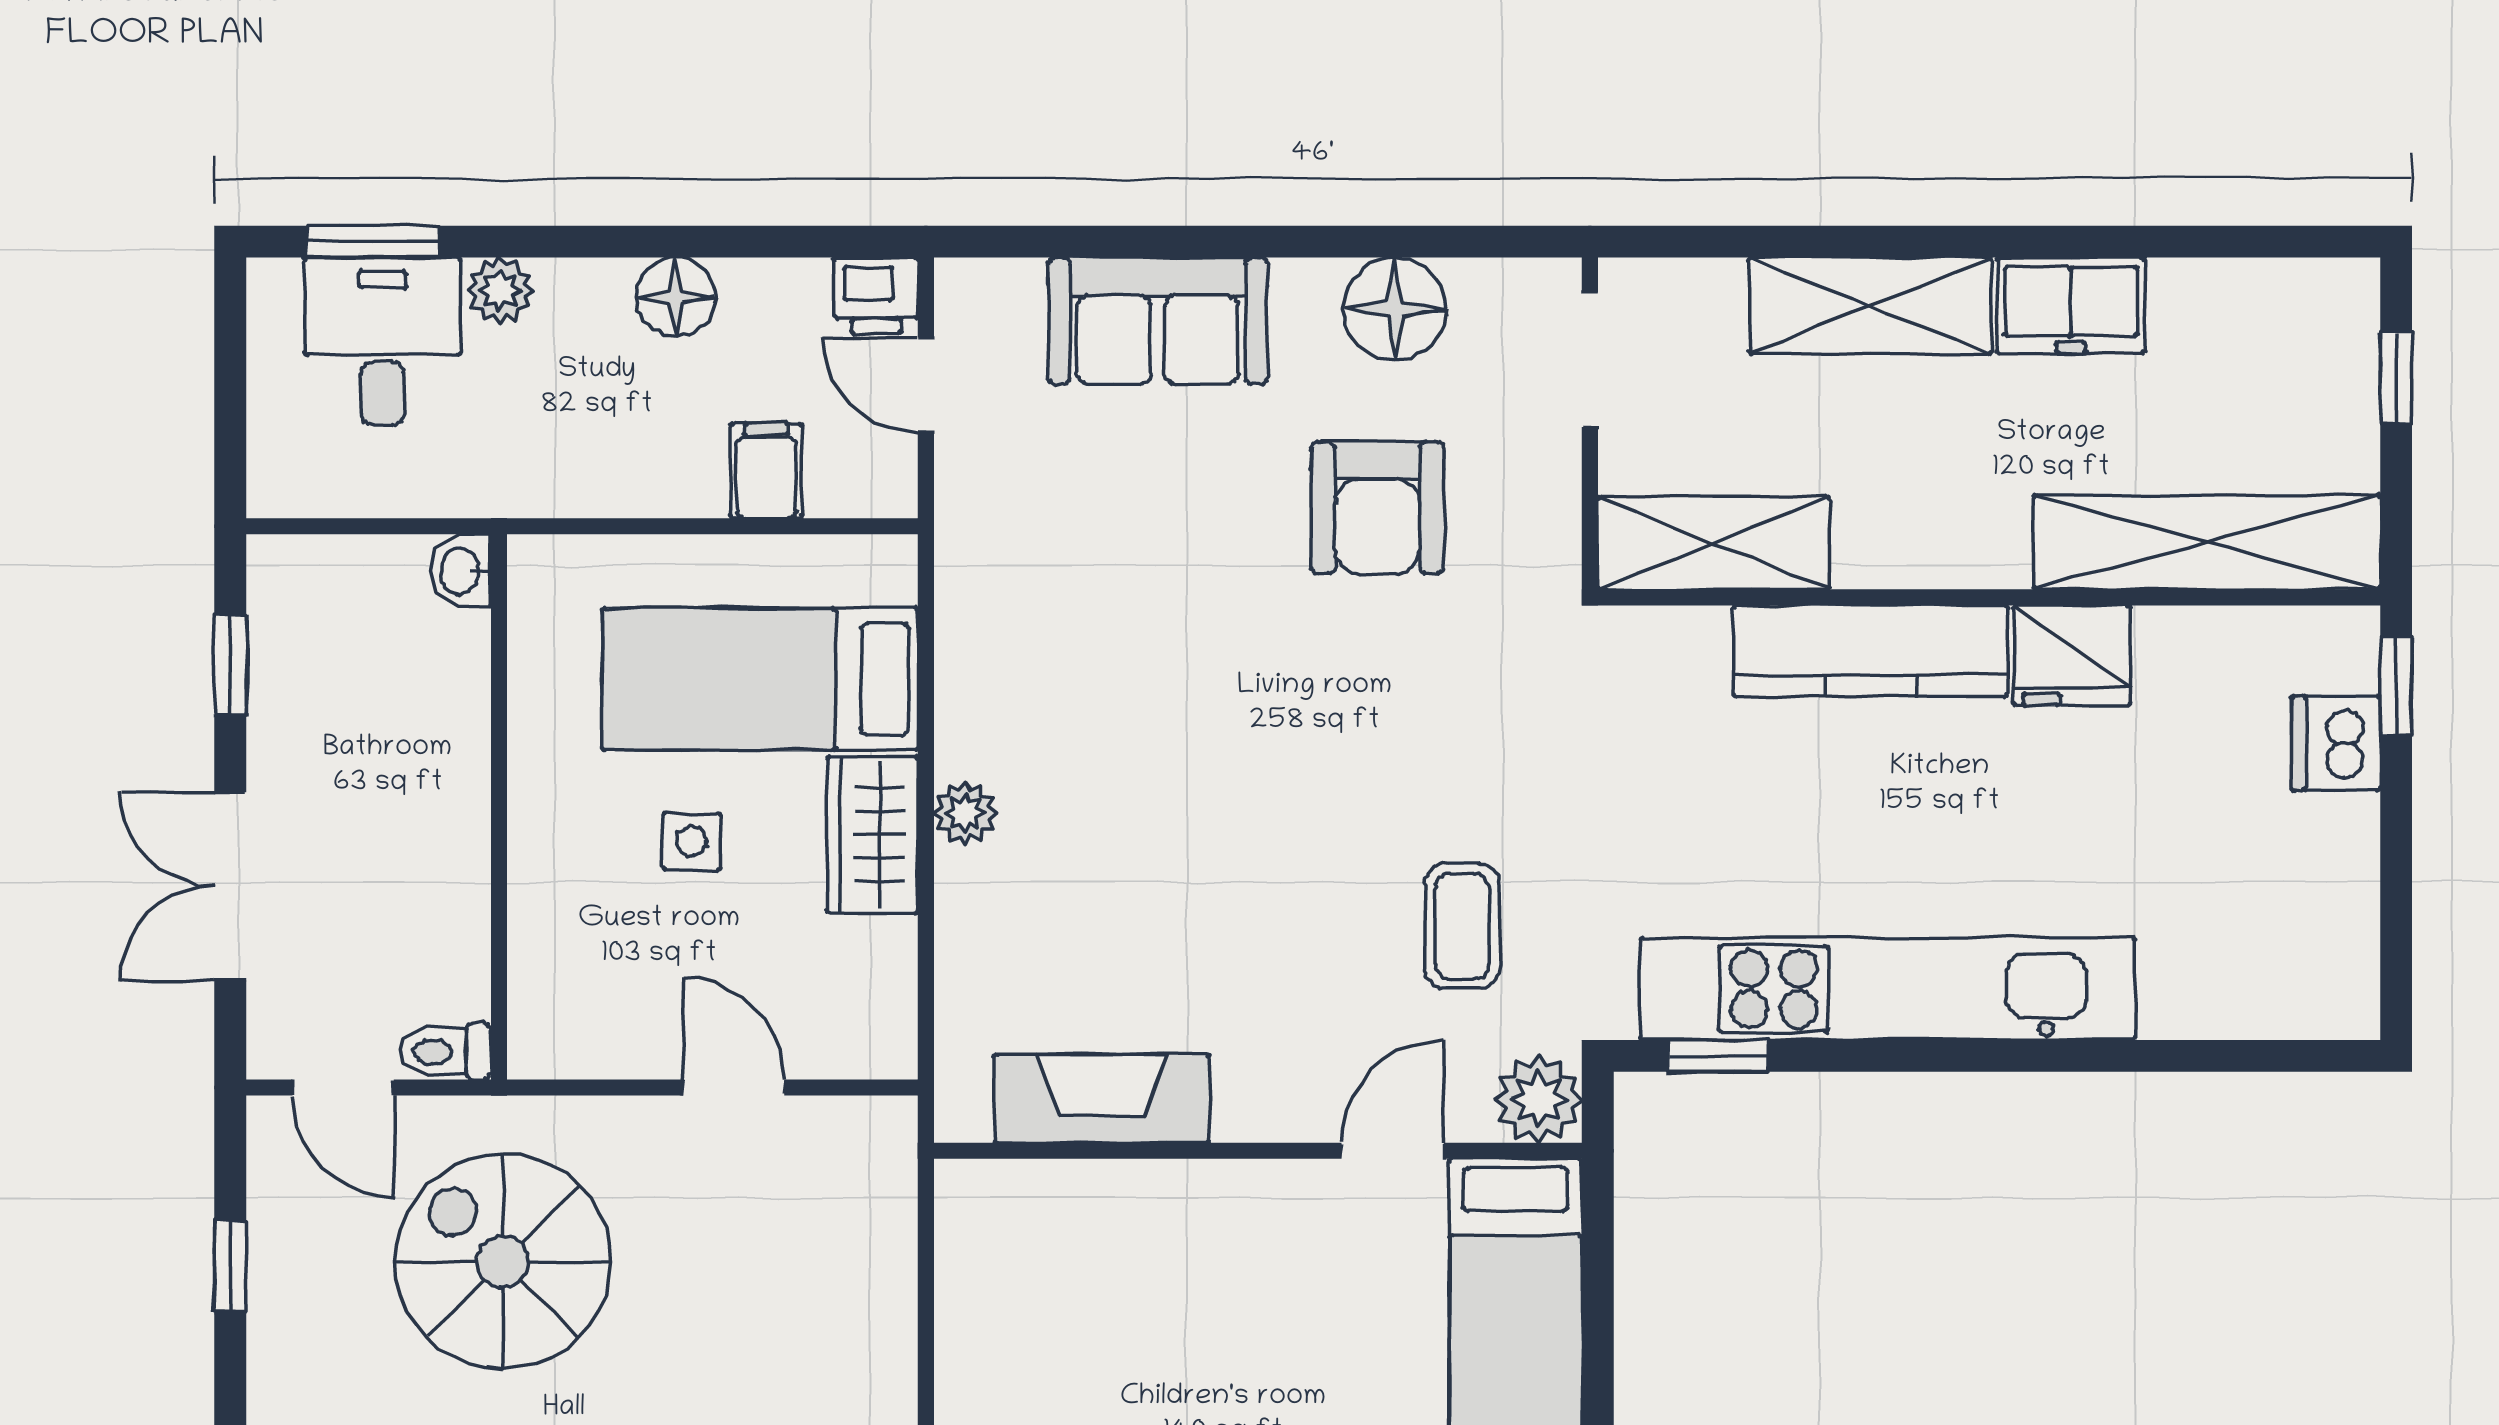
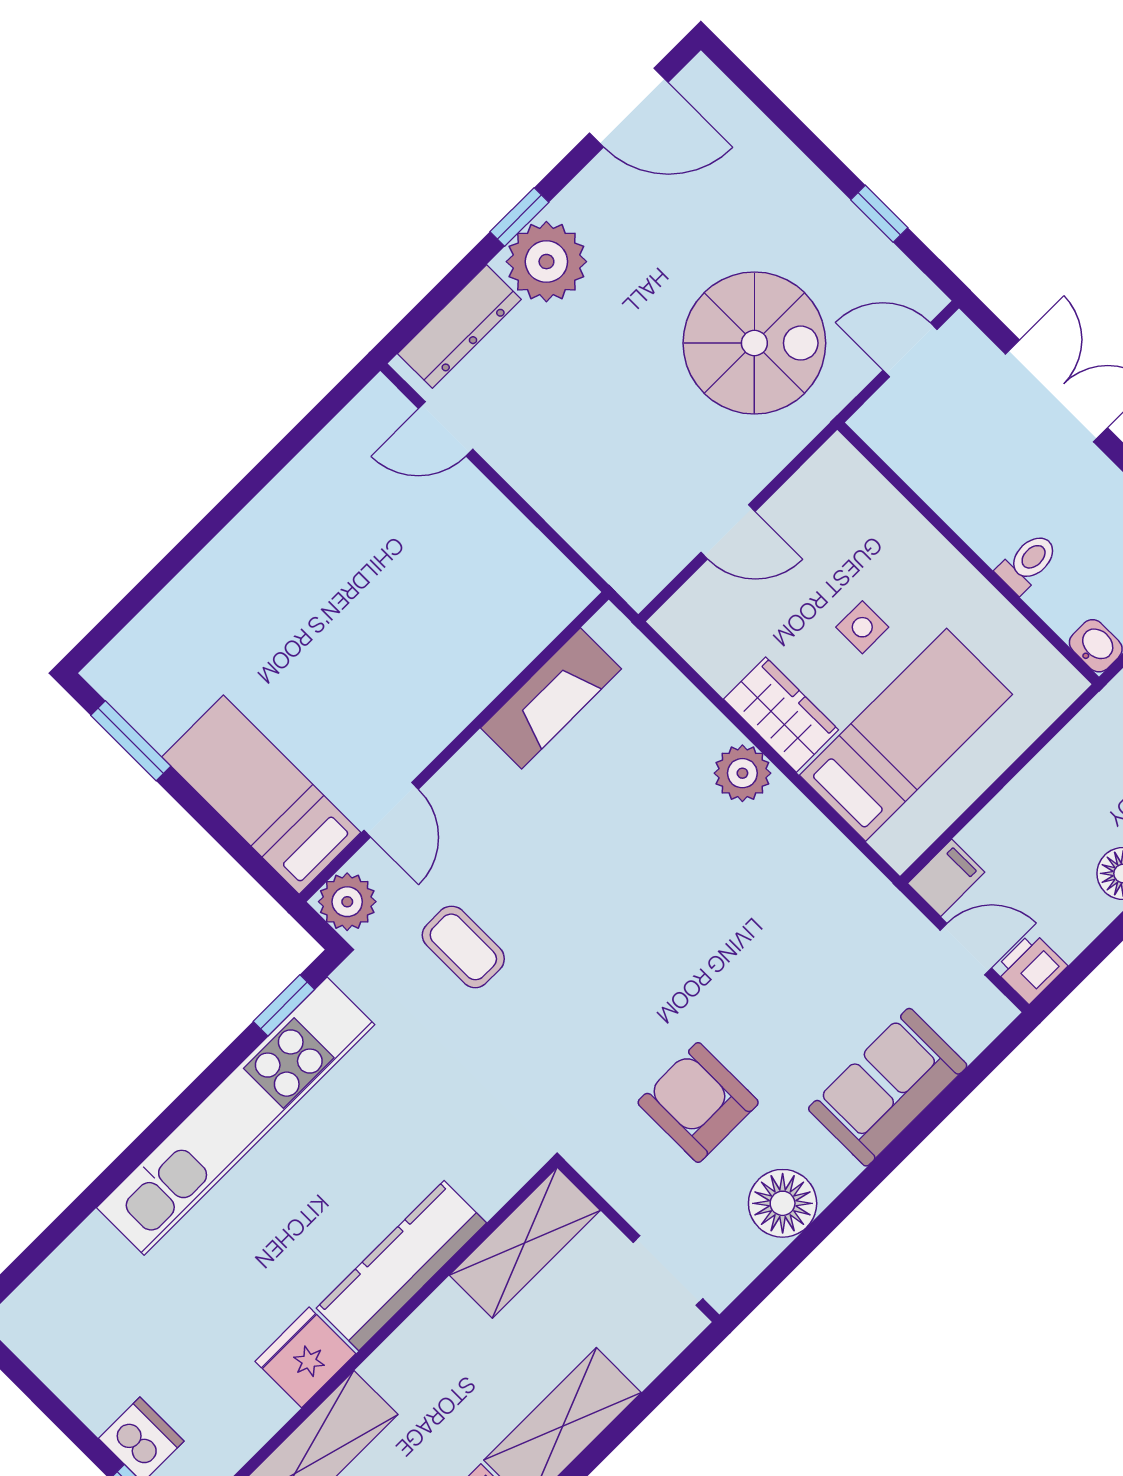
filing cabinet: (766, 471) -> (946, 878), moved, turned -90
plant: (965, 813) -> (742, 773), width x1.38, depth x1.38
toilet: (445, 1052) -> (1028, 563), moved

